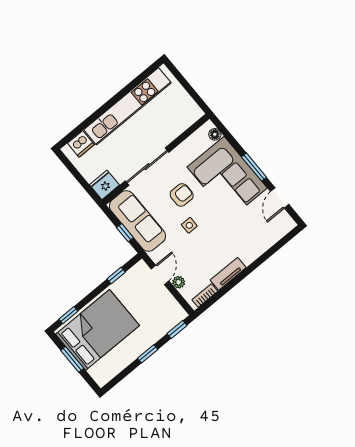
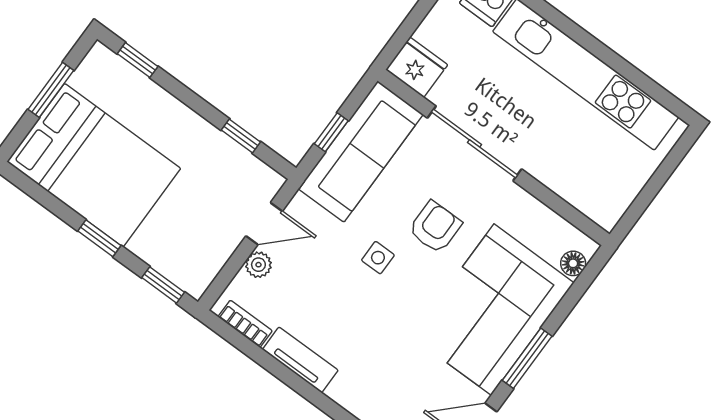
armchair: (182, 195) -> (435, 227), turned -90
bed: (98, 330) -> (94, 165), moved

